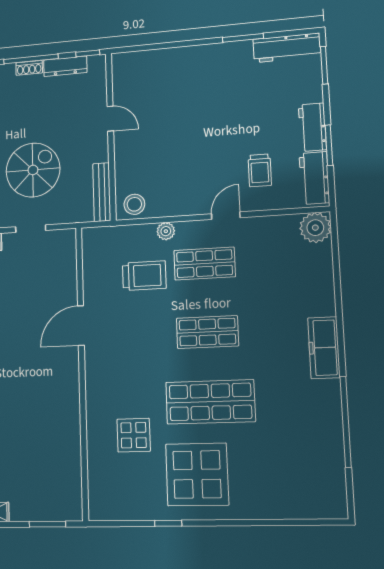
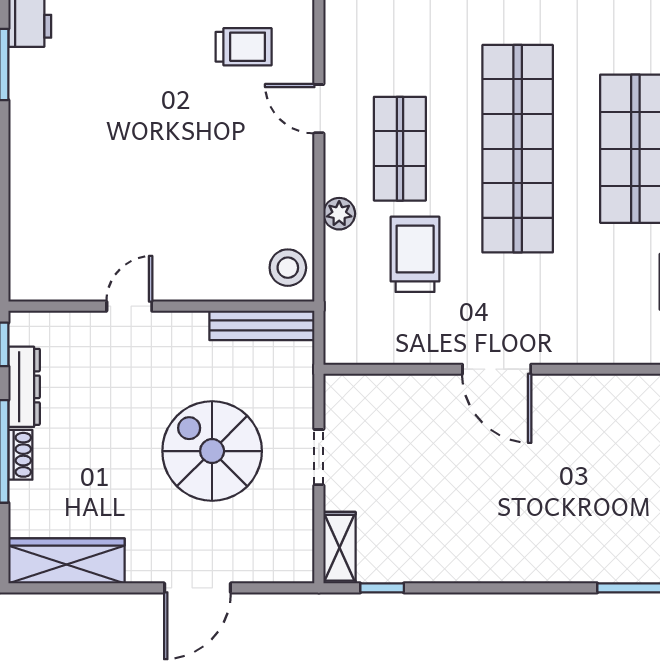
shop shelf: (207, 332) -> (518, 149), width x2.00, depth x1.36

